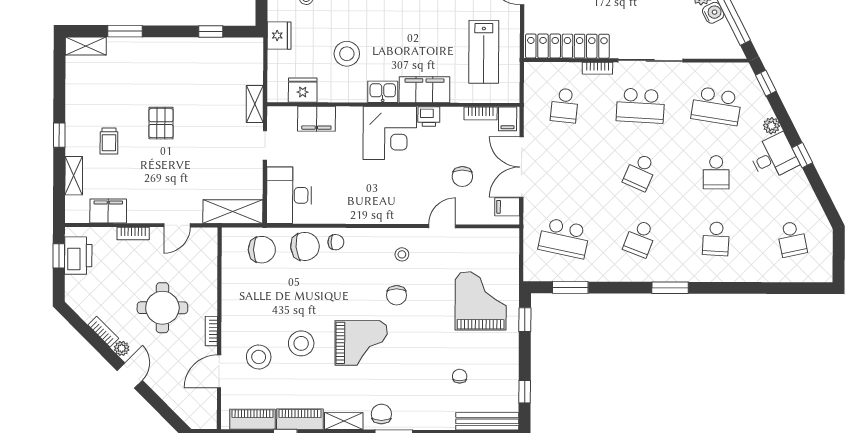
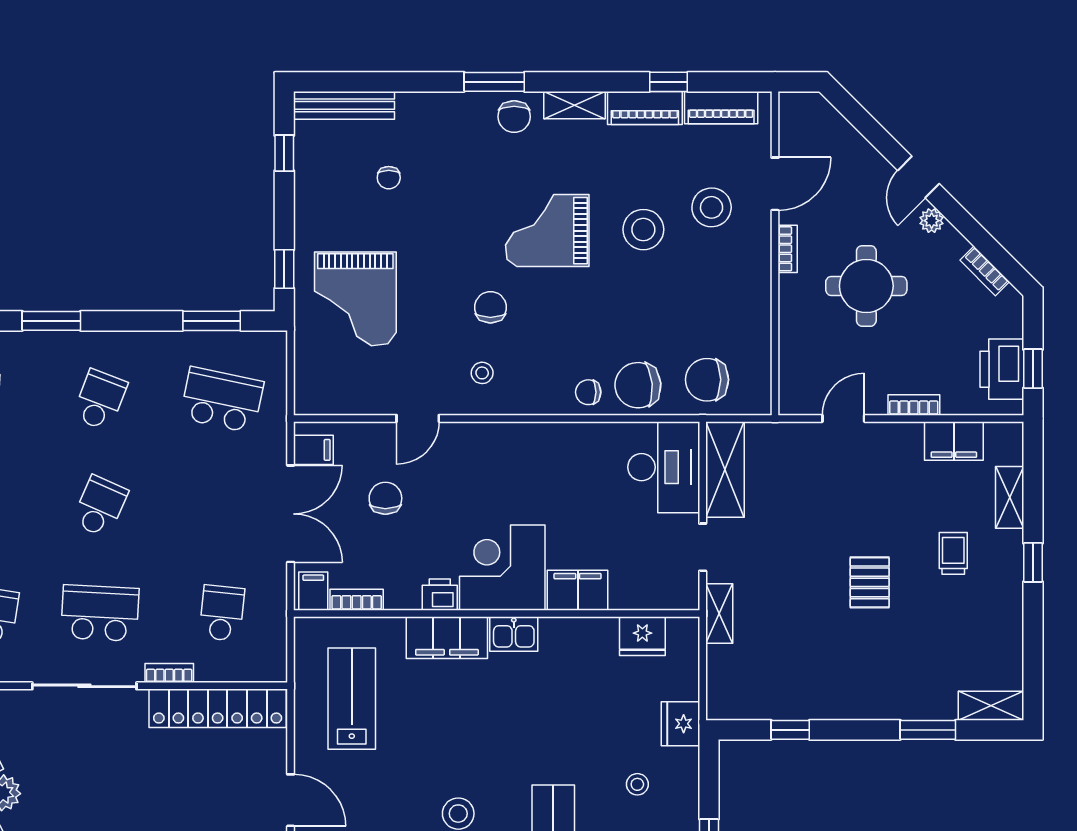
stool: (347, 54) -> (572, 695), removed
filing cabinet: (316, 119) -> (578, 590), moved
shelving: (233, 212) -> (725, 469), moved, turned 90
bookcase: (103, 332) -> (985, 271), moved

